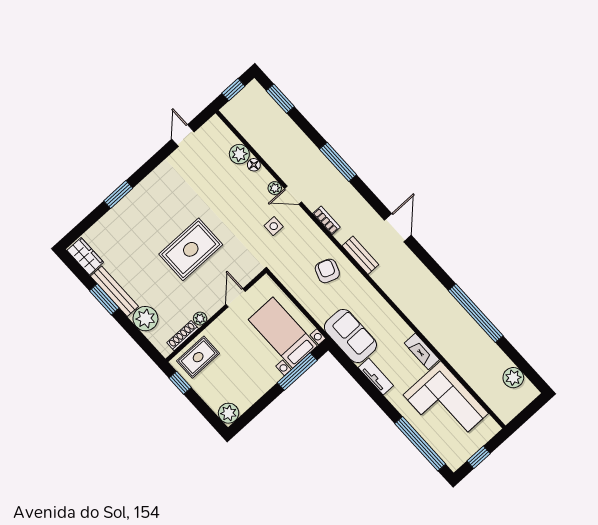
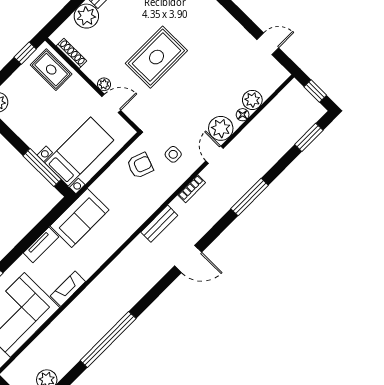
plant: (275, 188) -> (221, 128), width x1.87, depth x1.87
side table: (274, 226) -> (173, 154), moved
rug: (191, 249) -> (156, 57), turned 90
armchair: (327, 271) -> (140, 165), moved
plant: (200, 319) -> (104, 84), moved

